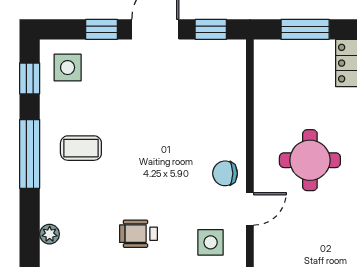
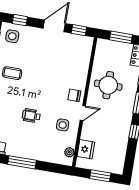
window: (101, 29) -> (20, 20), moved
round table: (310, 160) -> (108, 85), moved

